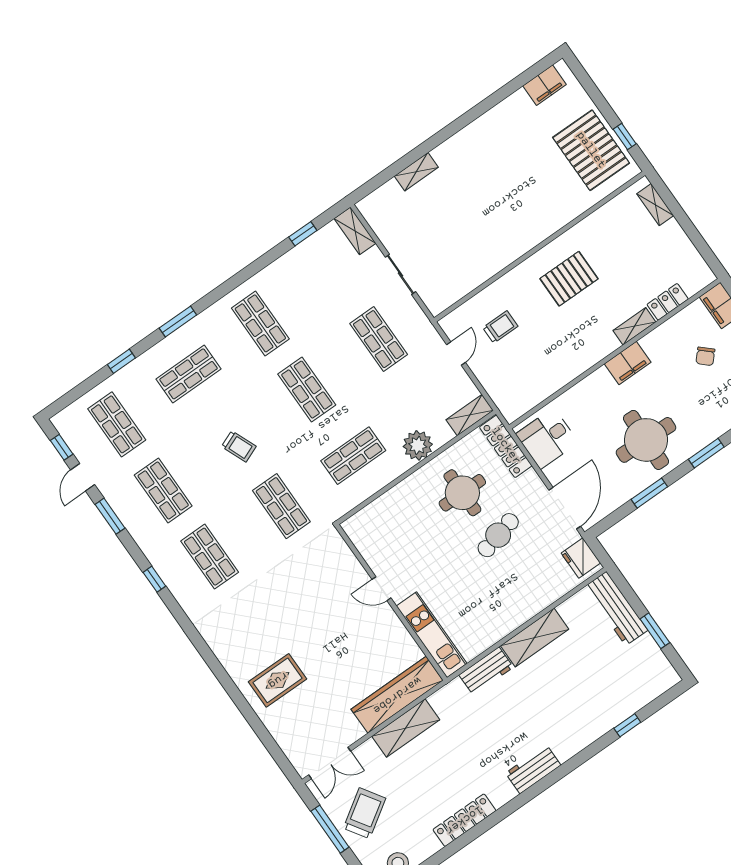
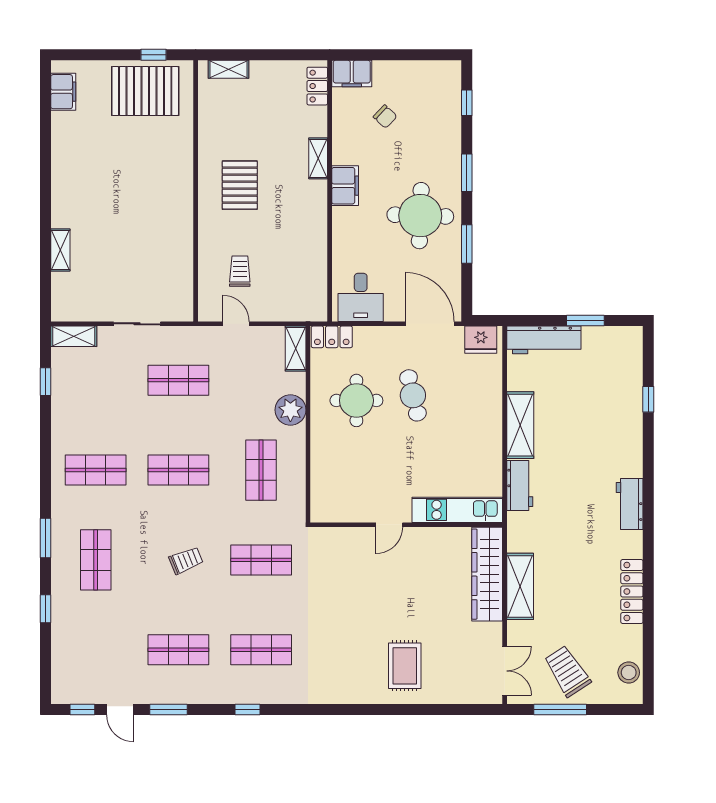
locker: (668, 302) -> (317, 86), moved
shop shelf: (117, 424) -> (96, 650), removed
locker: (506, 446) -> (332, 337), width x0.66

